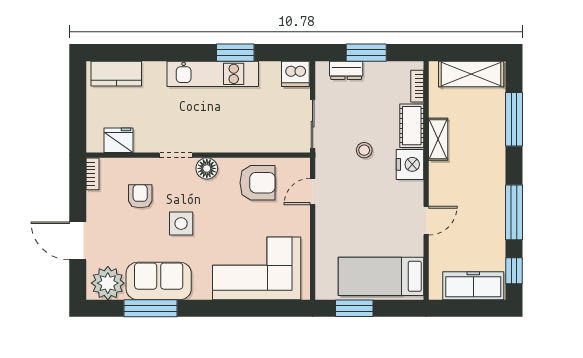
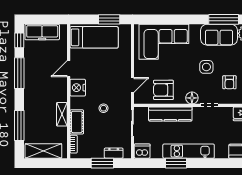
kitchen counter: (245, 140) -> (170, 114), added
nightstand: (410, 164) -> (78, 88), moved

